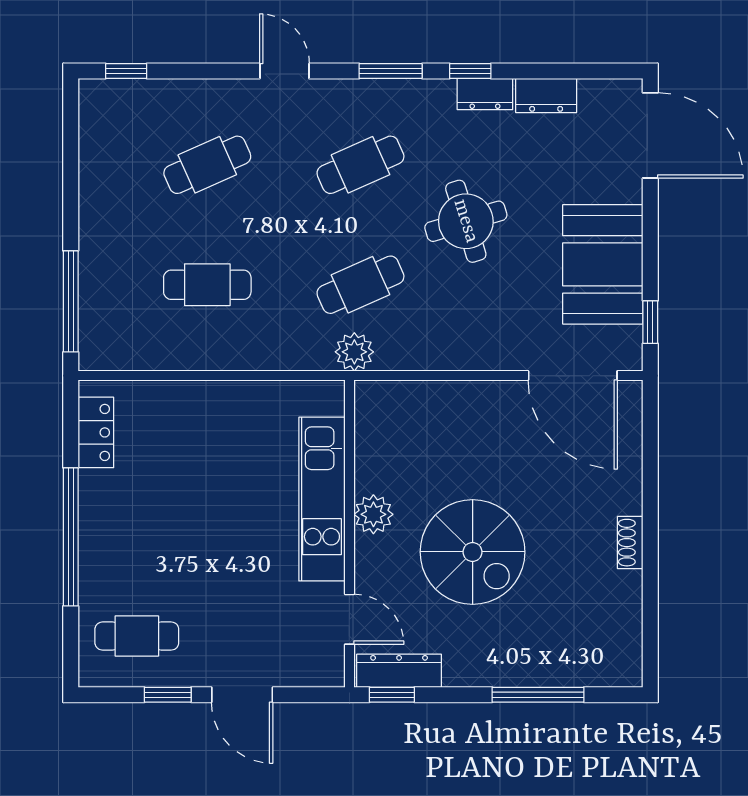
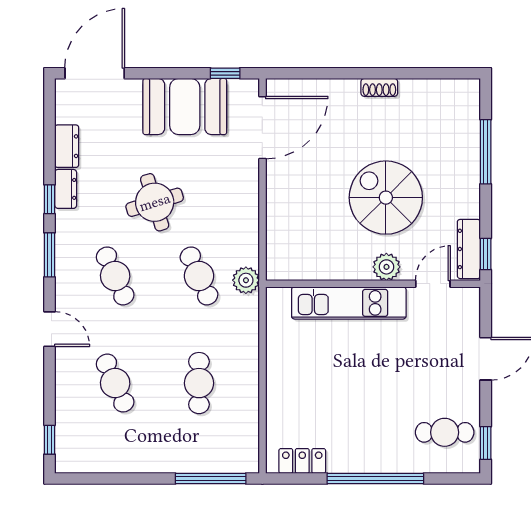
door: (284, 71) -> (50, 329), swing flipped
plant: (373, 514) -> (386, 267), moved
spiral stairs: (473, 552) -> (386, 198), turned -90
cafe table: (137, 636) -> (445, 432), turned 90
window: (168, 695) -> (486, 443), moved

